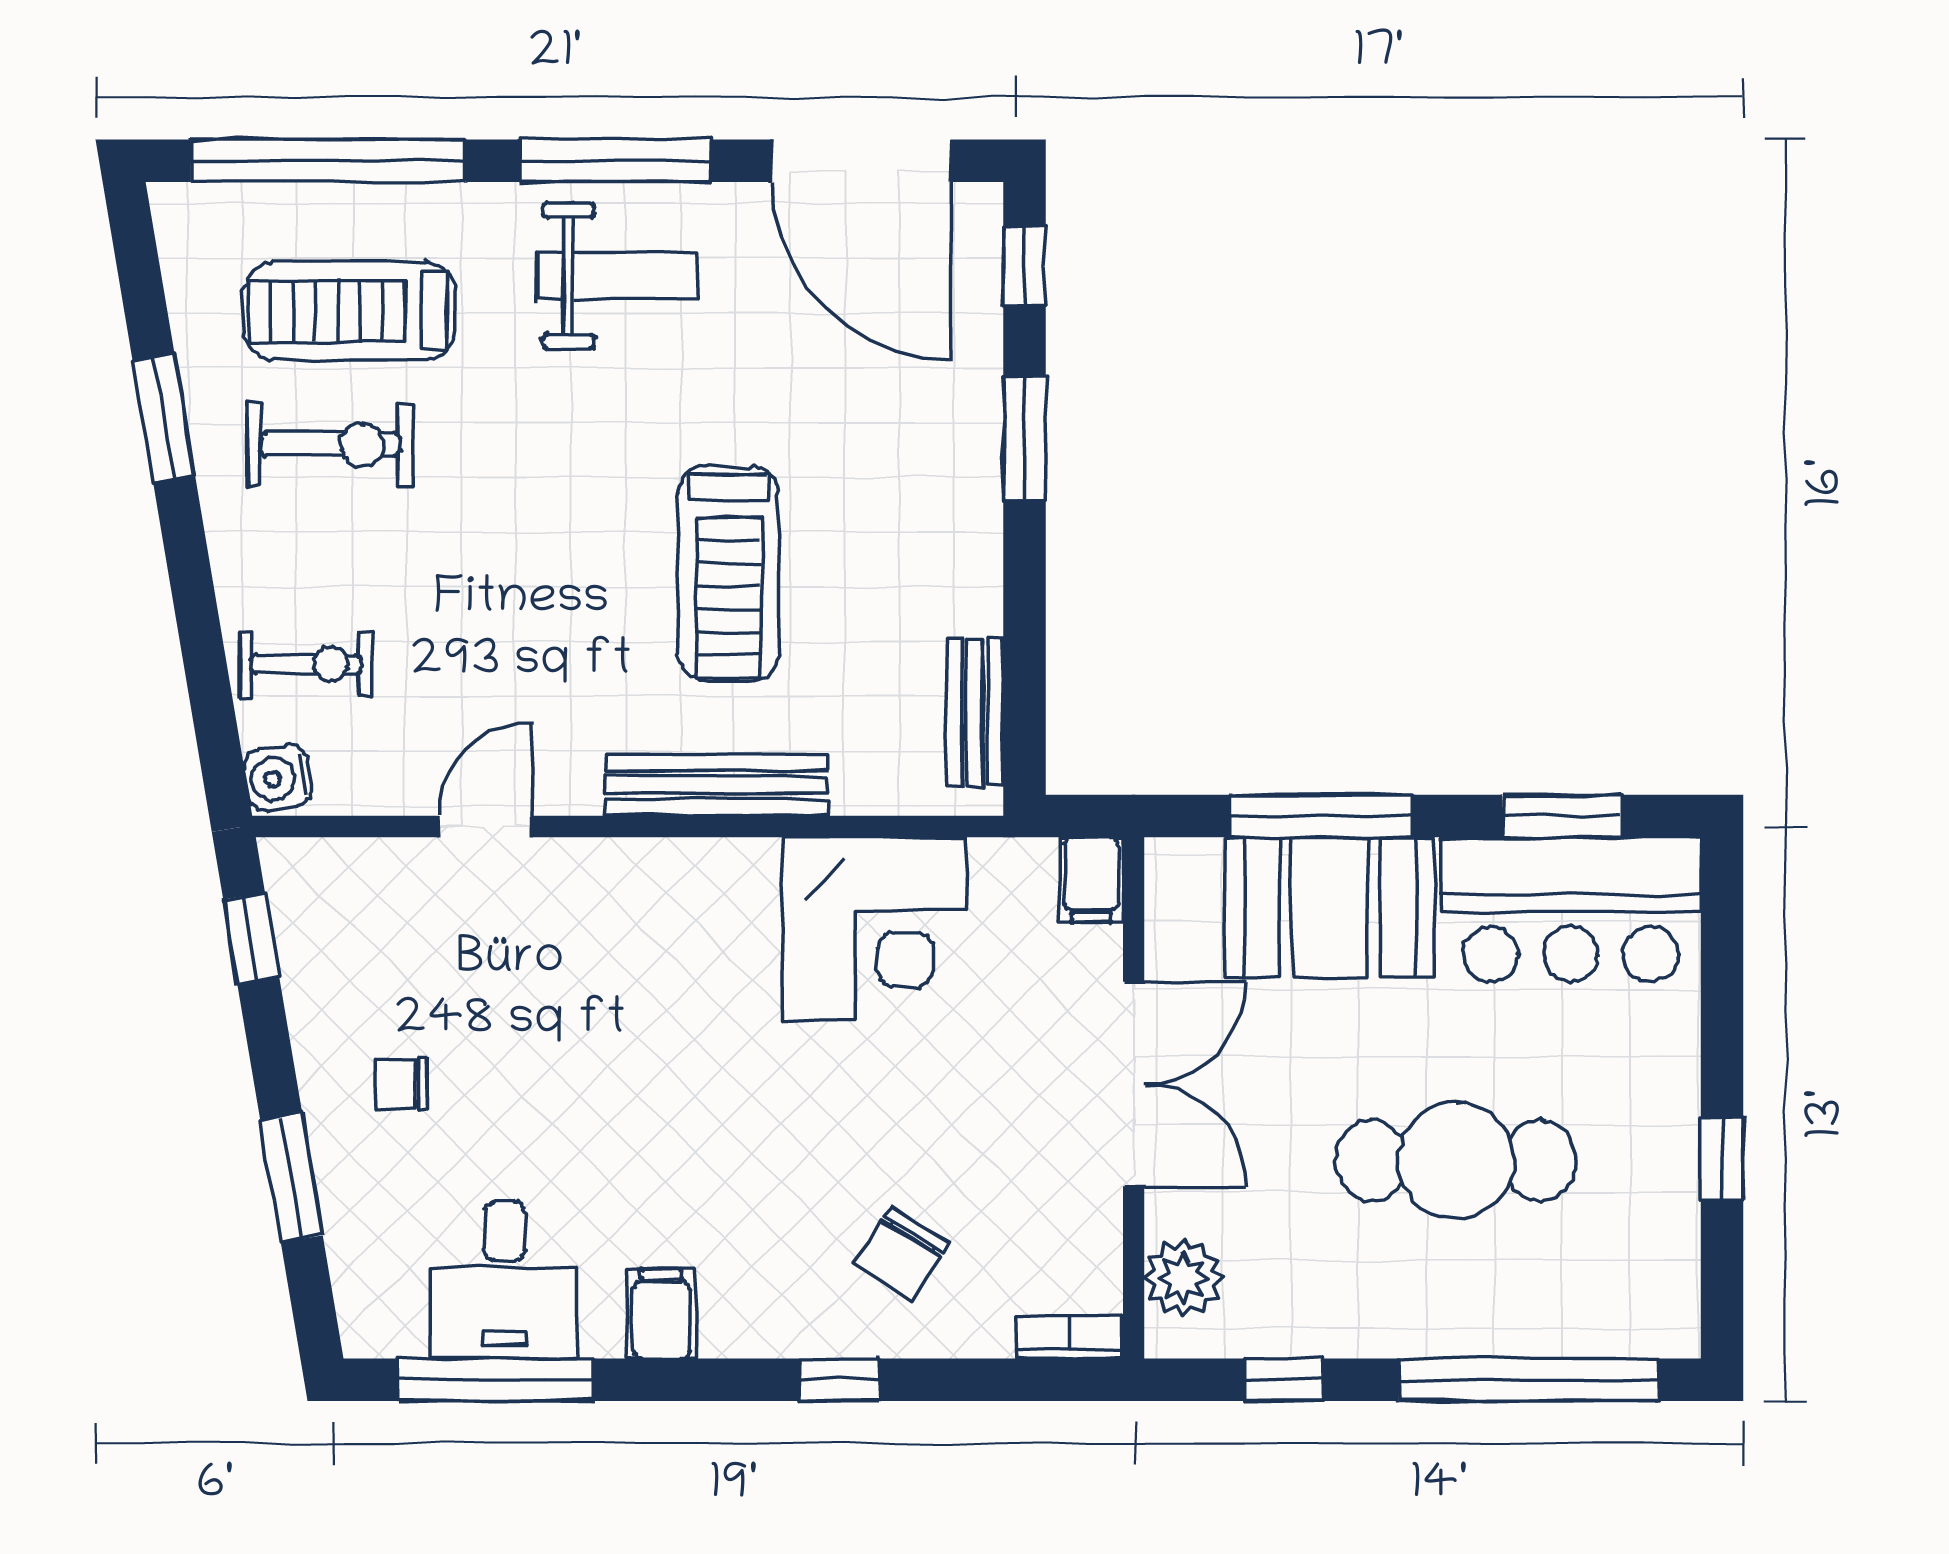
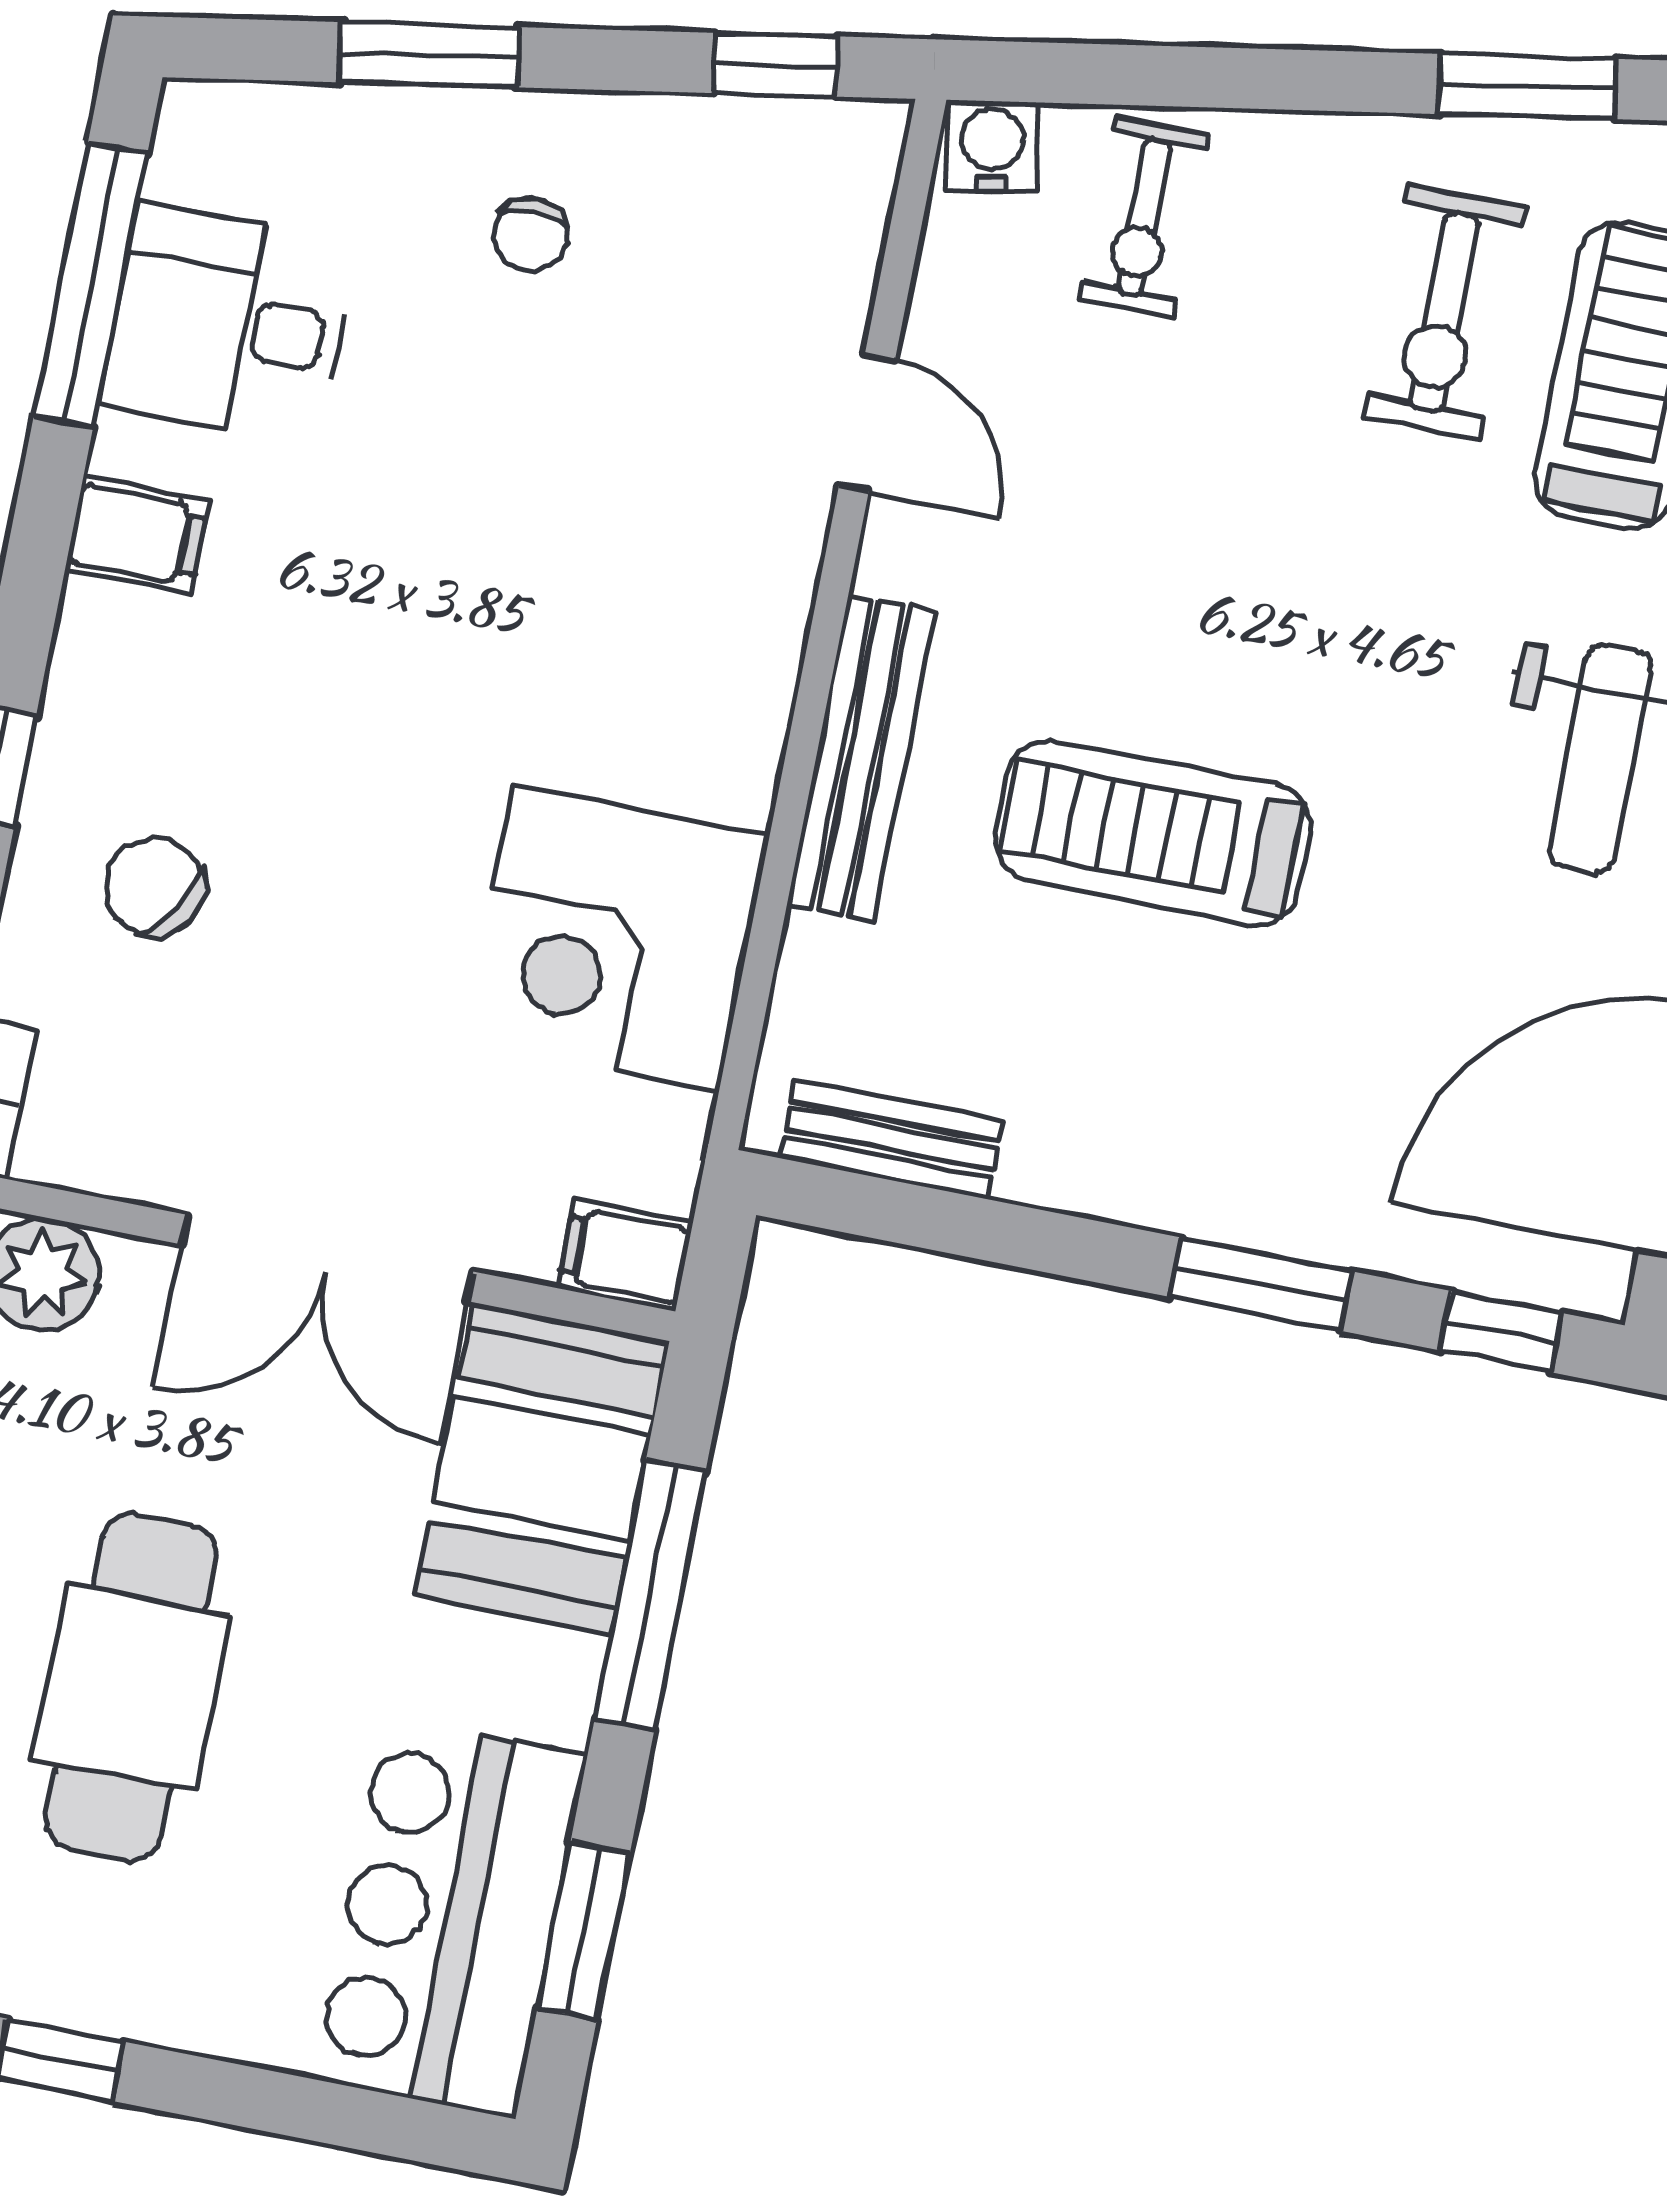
booth: (1330, 908) -> (542, 1468), moved
chair: (401, 1084) -> (531, 234), turned 180

